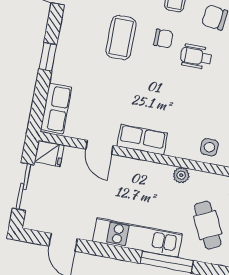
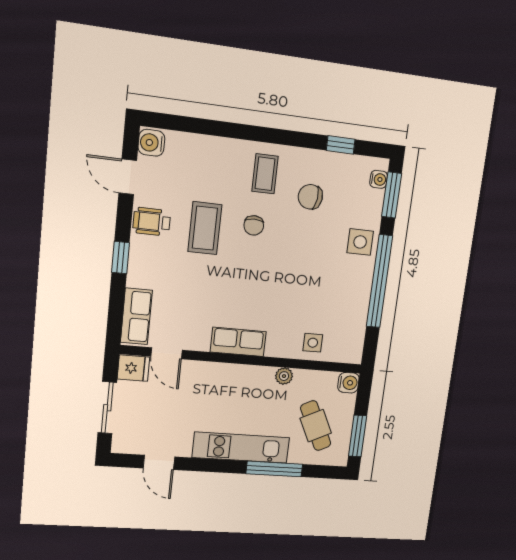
chair: (163, 39) -> (254, 225), turned 90
wheelchair: (196, 57) -> (152, 222), moved
door: (99, 147) -> (167, 353), moved

